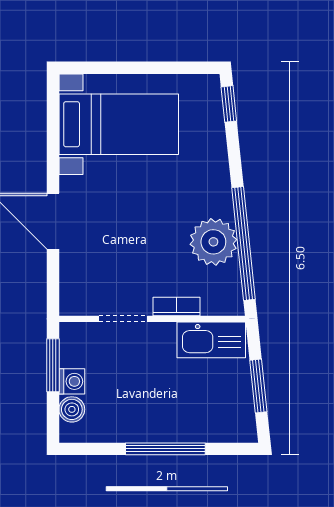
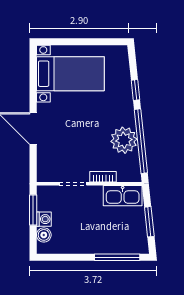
window: (229, 104) -> (135, 90), moved
window: (165, 449) -> (117, 257), moved

